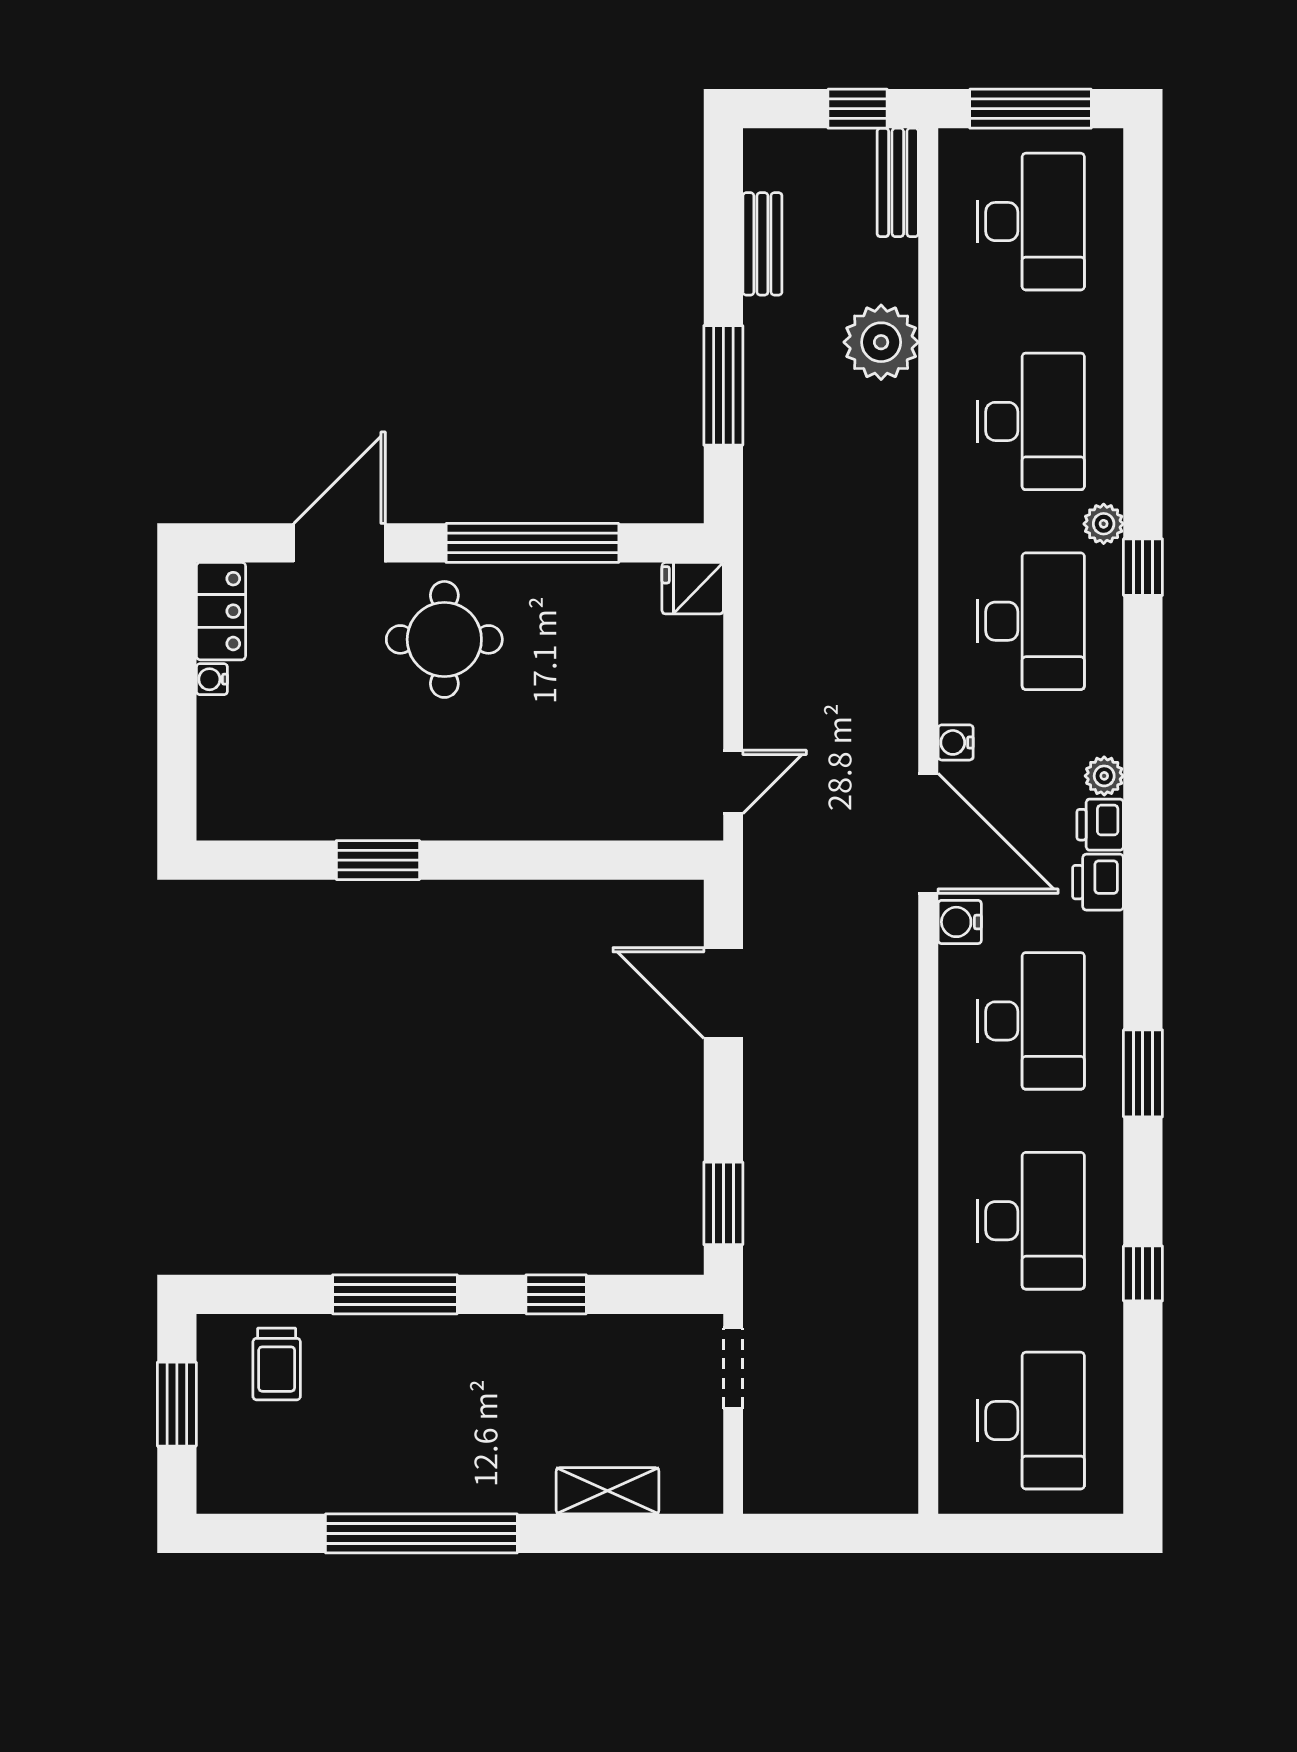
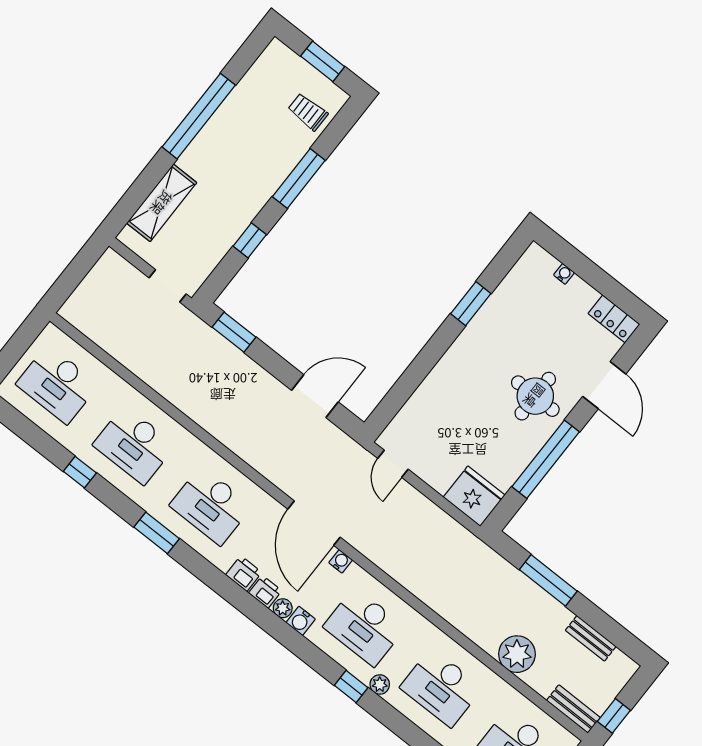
fridge: (693, 588) -> (474, 496), width x1.88, depth x1.34
water cooler: (212, 679) -> (564, 274), moved
door: (928, 833) -> (314, 523), hinge flipped
water cooler: (960, 922) -> (301, 621), moved, turned 180
shelving: (608, 1491) -> (162, 203), width x1.50, depth x1.33

